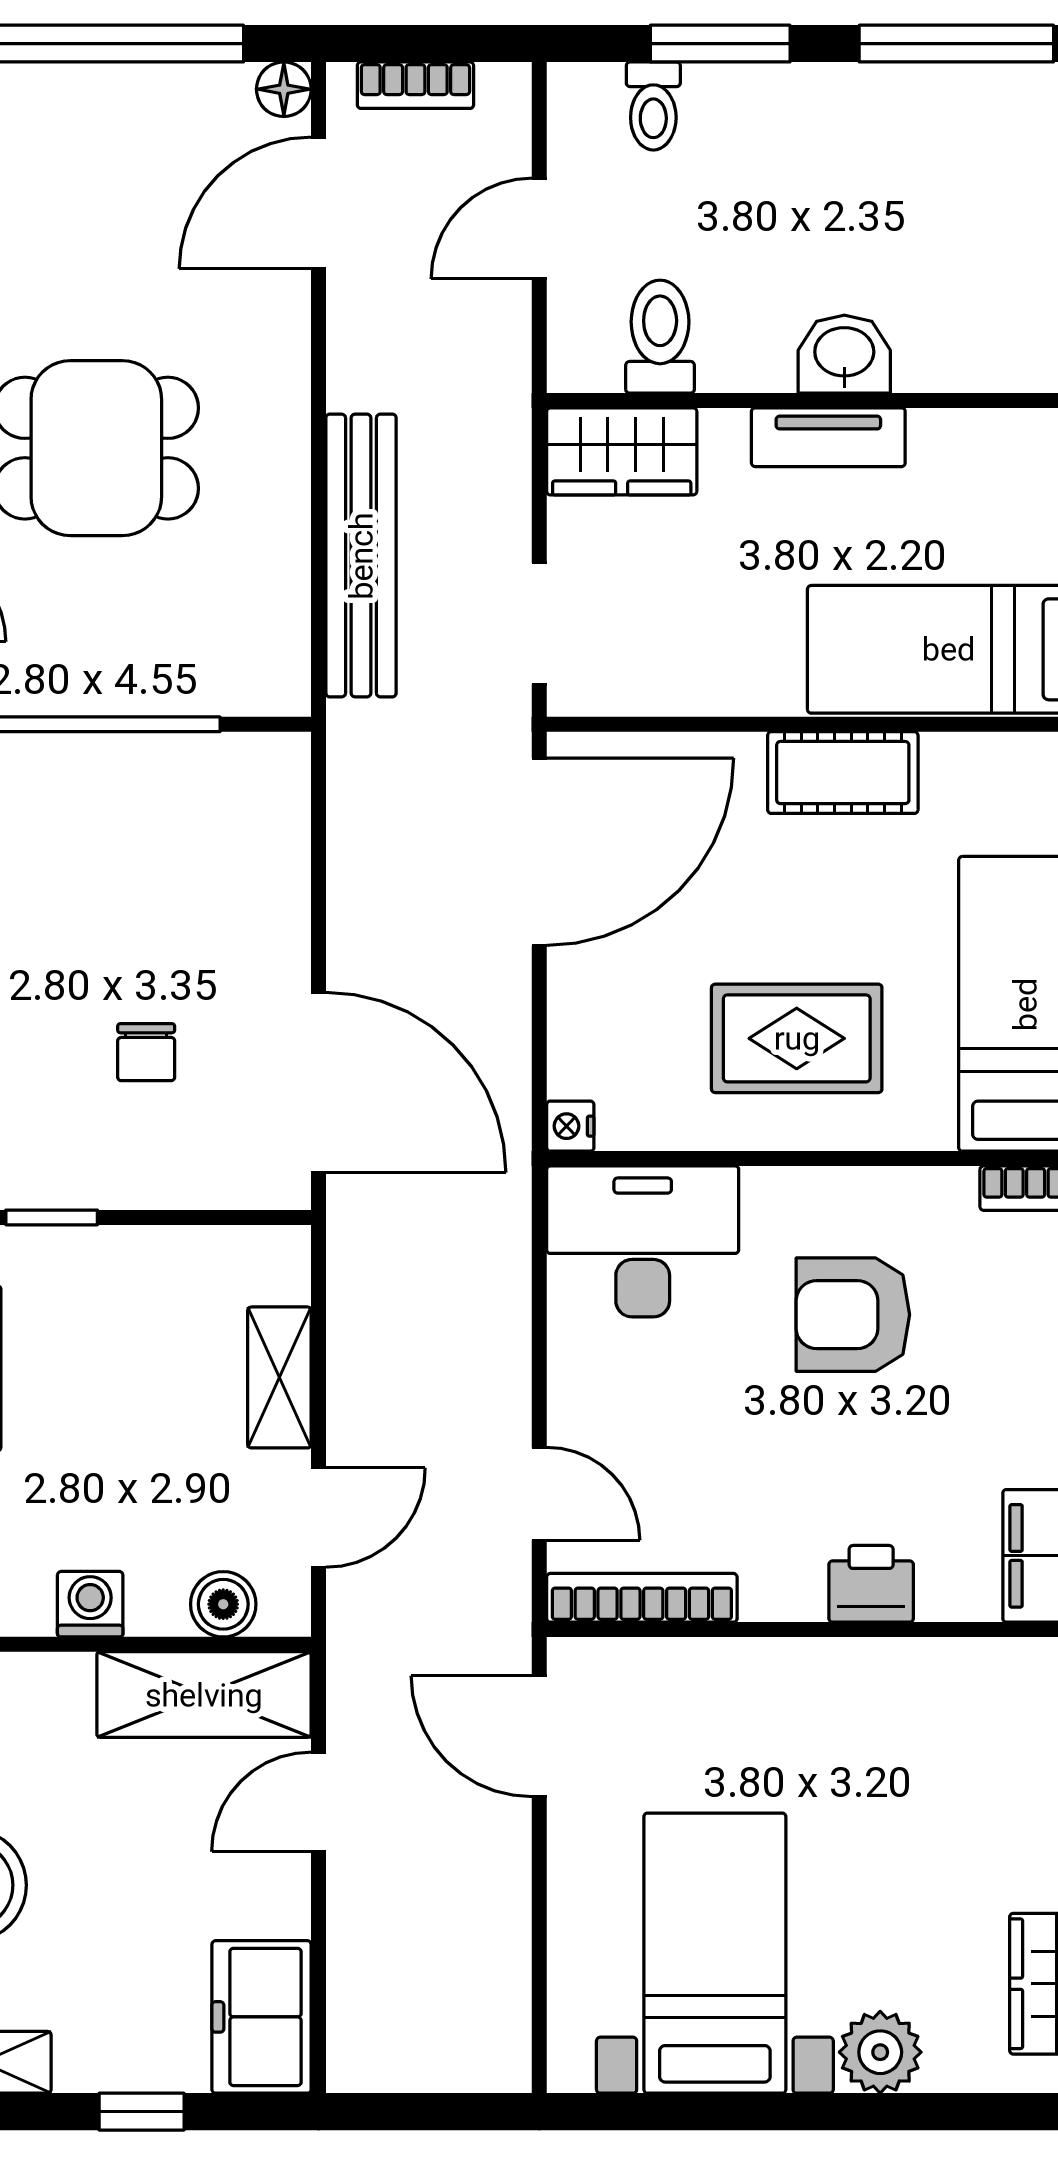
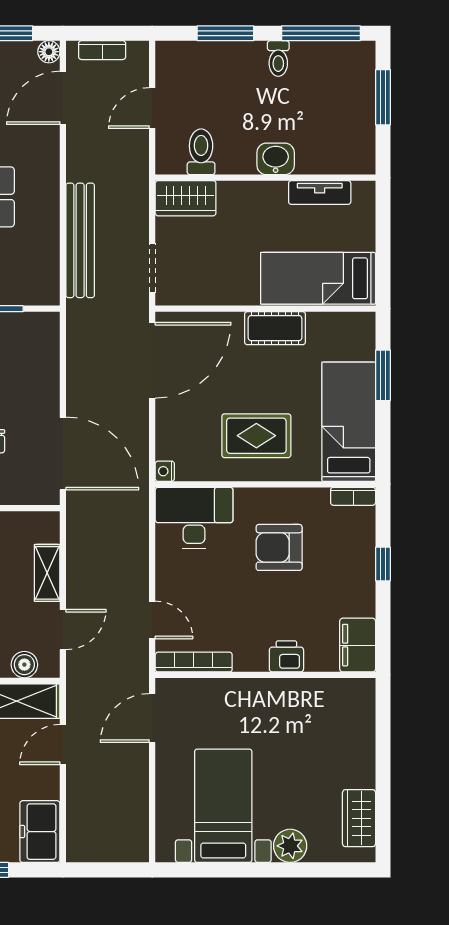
toilet: (653, 106) -> (278, 59), moved
tv unit: (828, 437) -> (320, 193), moved
door: (539, 1736) -> (152, 718), hinge flipped

